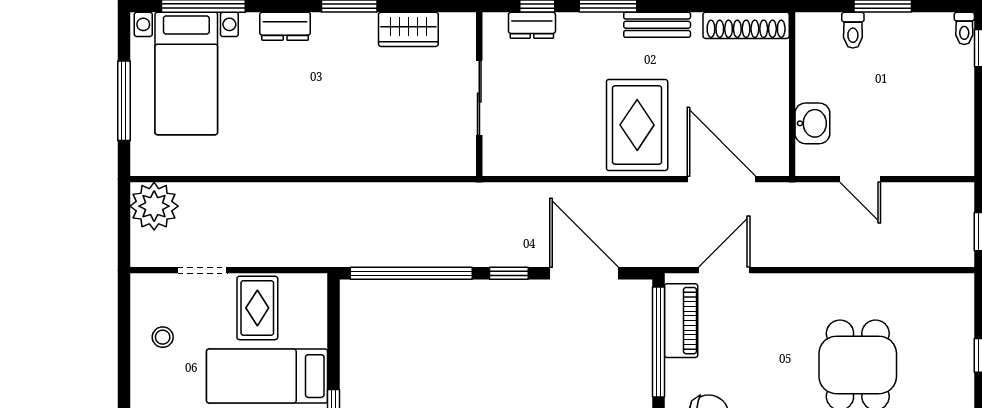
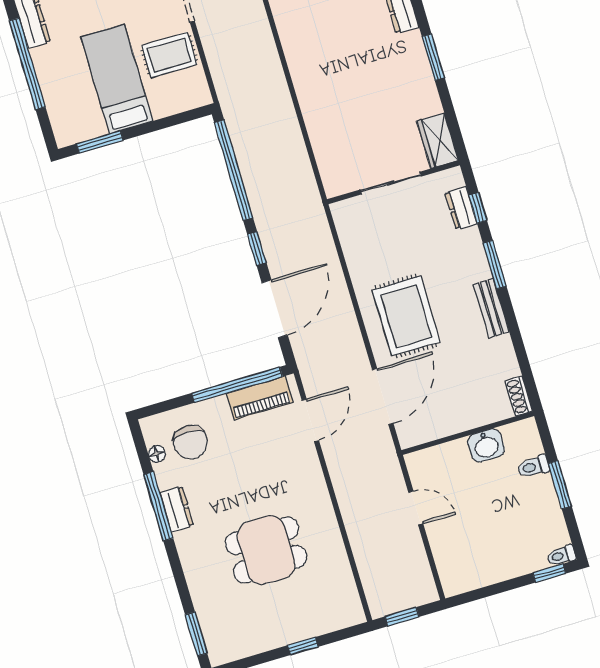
shoe rack: (746, 25) -> (519, 396), width x0.51, depth x0.81
wardrobe: (408, 29) -> (438, 141), moved
washbasin: (812, 123) -> (486, 445), moved
rug: (637, 125) -> (406, 316), turned 90
door: (860, 179) -> (416, 508), swing flipped
door: (724, 270) -> (310, 420), hinge flipped

